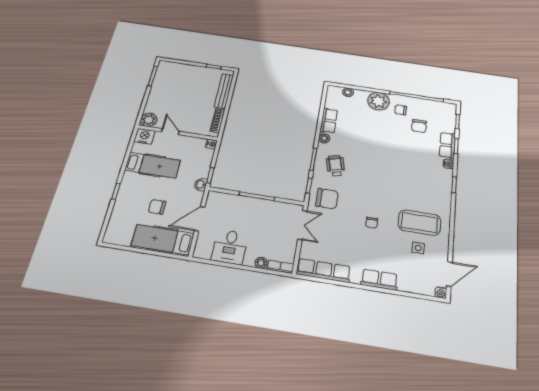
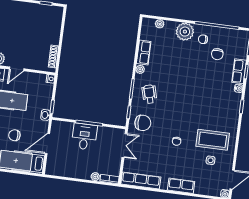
bench: (224, 91) -> (56, 28), removed
door: (170, 132) -> (17, 69), swing flipped
desk: (230, 247) -> (84, 137), moved, turned 180

